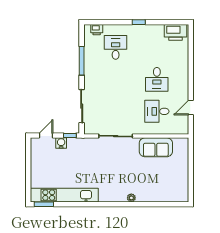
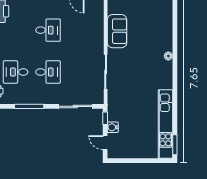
desk: (157, 111) -> (48, 72), moved, turned -90

